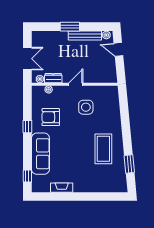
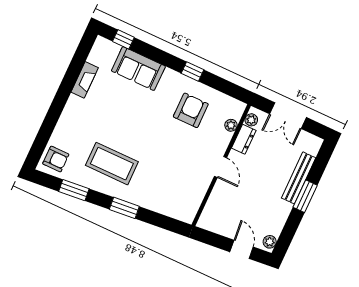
bench: (85, 35) -> (299, 178), moved
door: (118, 49) -> (242, 249), hinge flipped
side table: (86, 107) -> (182, 166), removed
window: (126, 130) -> (124, 208), added
sofa: (40, 154) -> (138, 69), width x0.73
armchair: (116, 183) -> (56, 159), added

